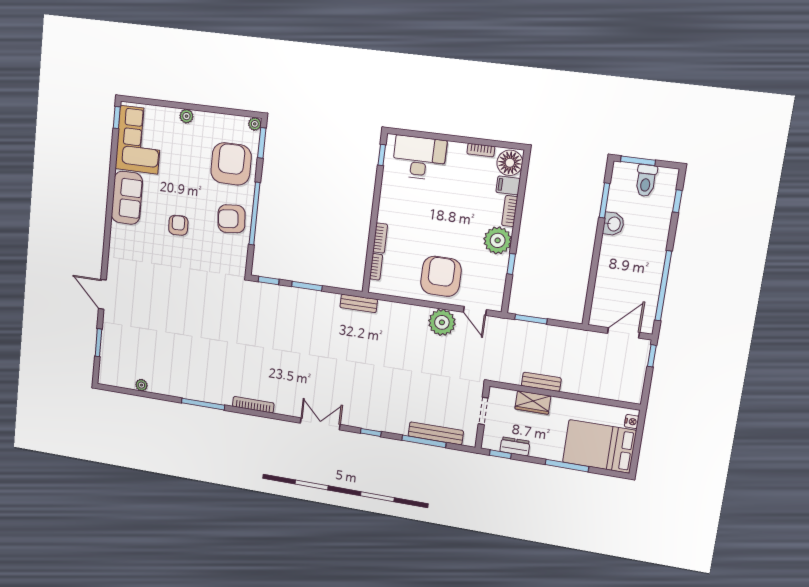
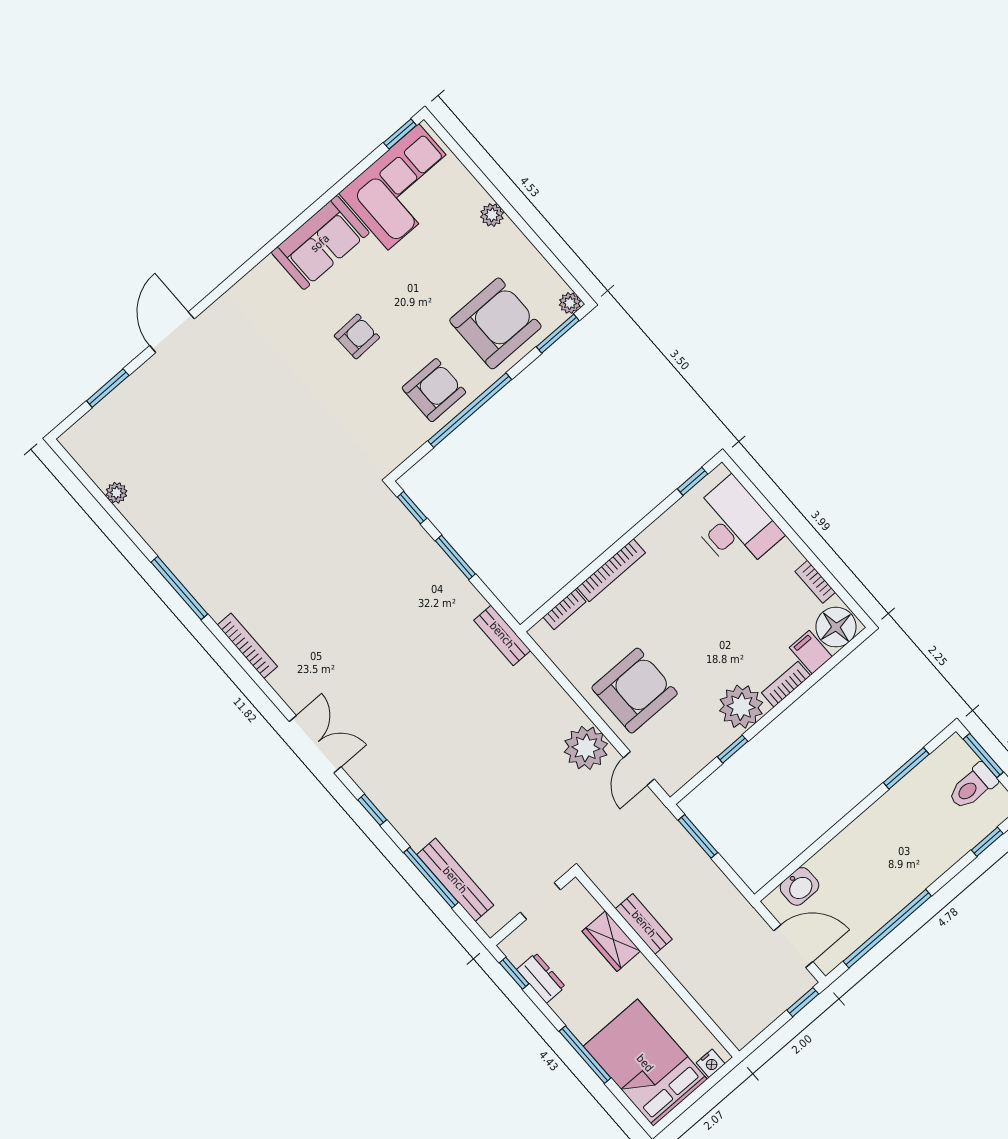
armchair: (231, 219) -> (434, 390), turned 95
washbasin: (613, 224) -> (799, 886), moved
bookcase: (380, 238) -> (611, 570), width x1.56

